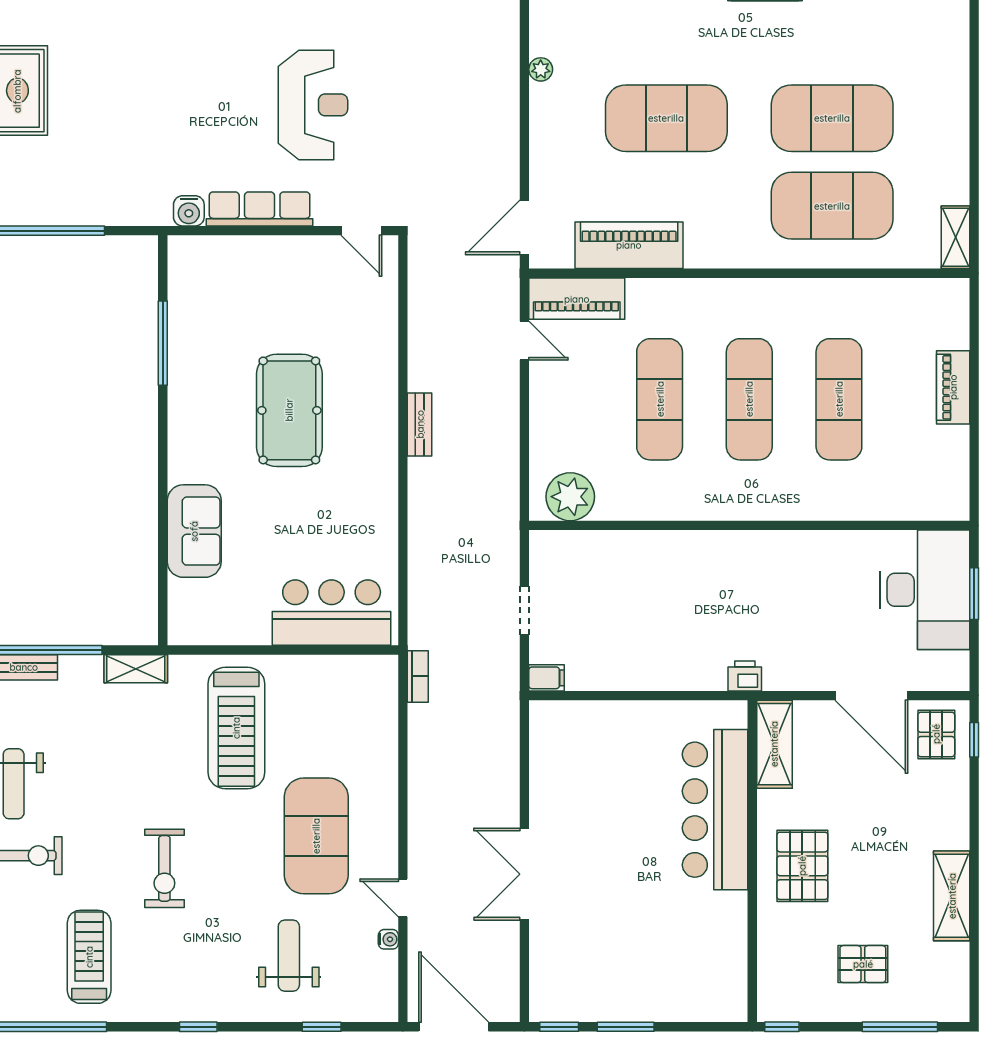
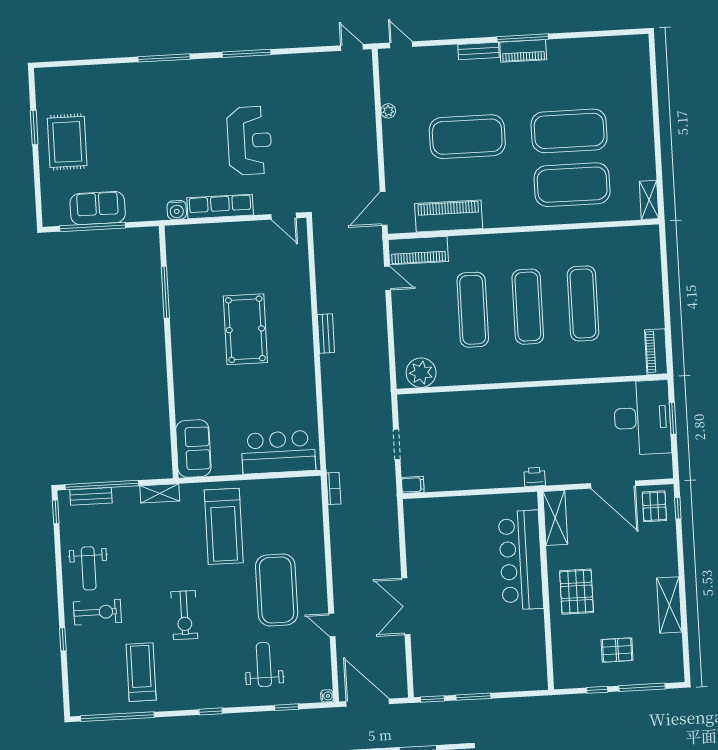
sofa: (61, 201) -> (98, 208), added
piano: (953, 387) -> (656, 352), moved
sofa: (194, 531) -> (193, 448), moved
water cooler: (388, 939) -> (327, 696), moved
window: (782, 1027) -> (597, 690), moved

